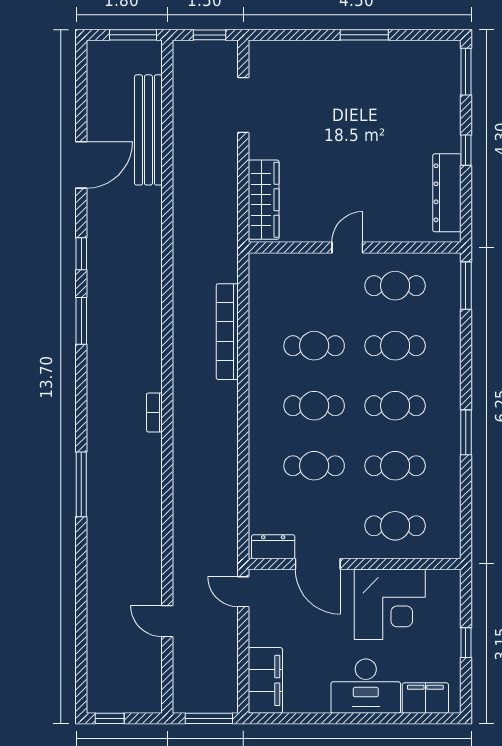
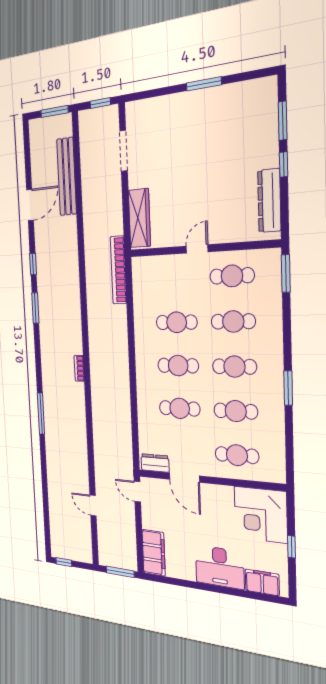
window: (466, 72) -> (283, 121), moved
bookcase: (227, 332) -> (118, 270), moved
corner desk: (390, 604) -> (261, 515), moved, turned 90

